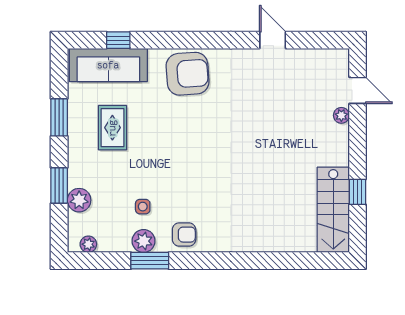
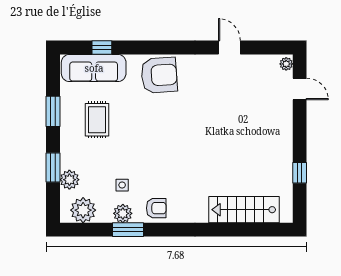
plant: (341, 115) -> (286, 64), moved
stairs: (333, 210) -> (244, 210), moved, turned 90
plant: (88, 244) -> (83, 210), width x1.88, depth x1.88

